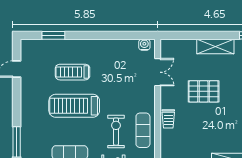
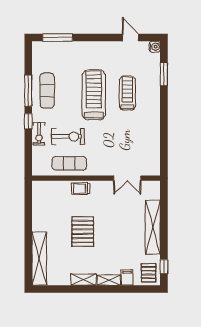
water cooler: (144, 45) -> (155, 47), moved
shelving: (215, 47) -> (153, 227), width x1.47
pallet: (204, 91) -> (83, 232), moved

